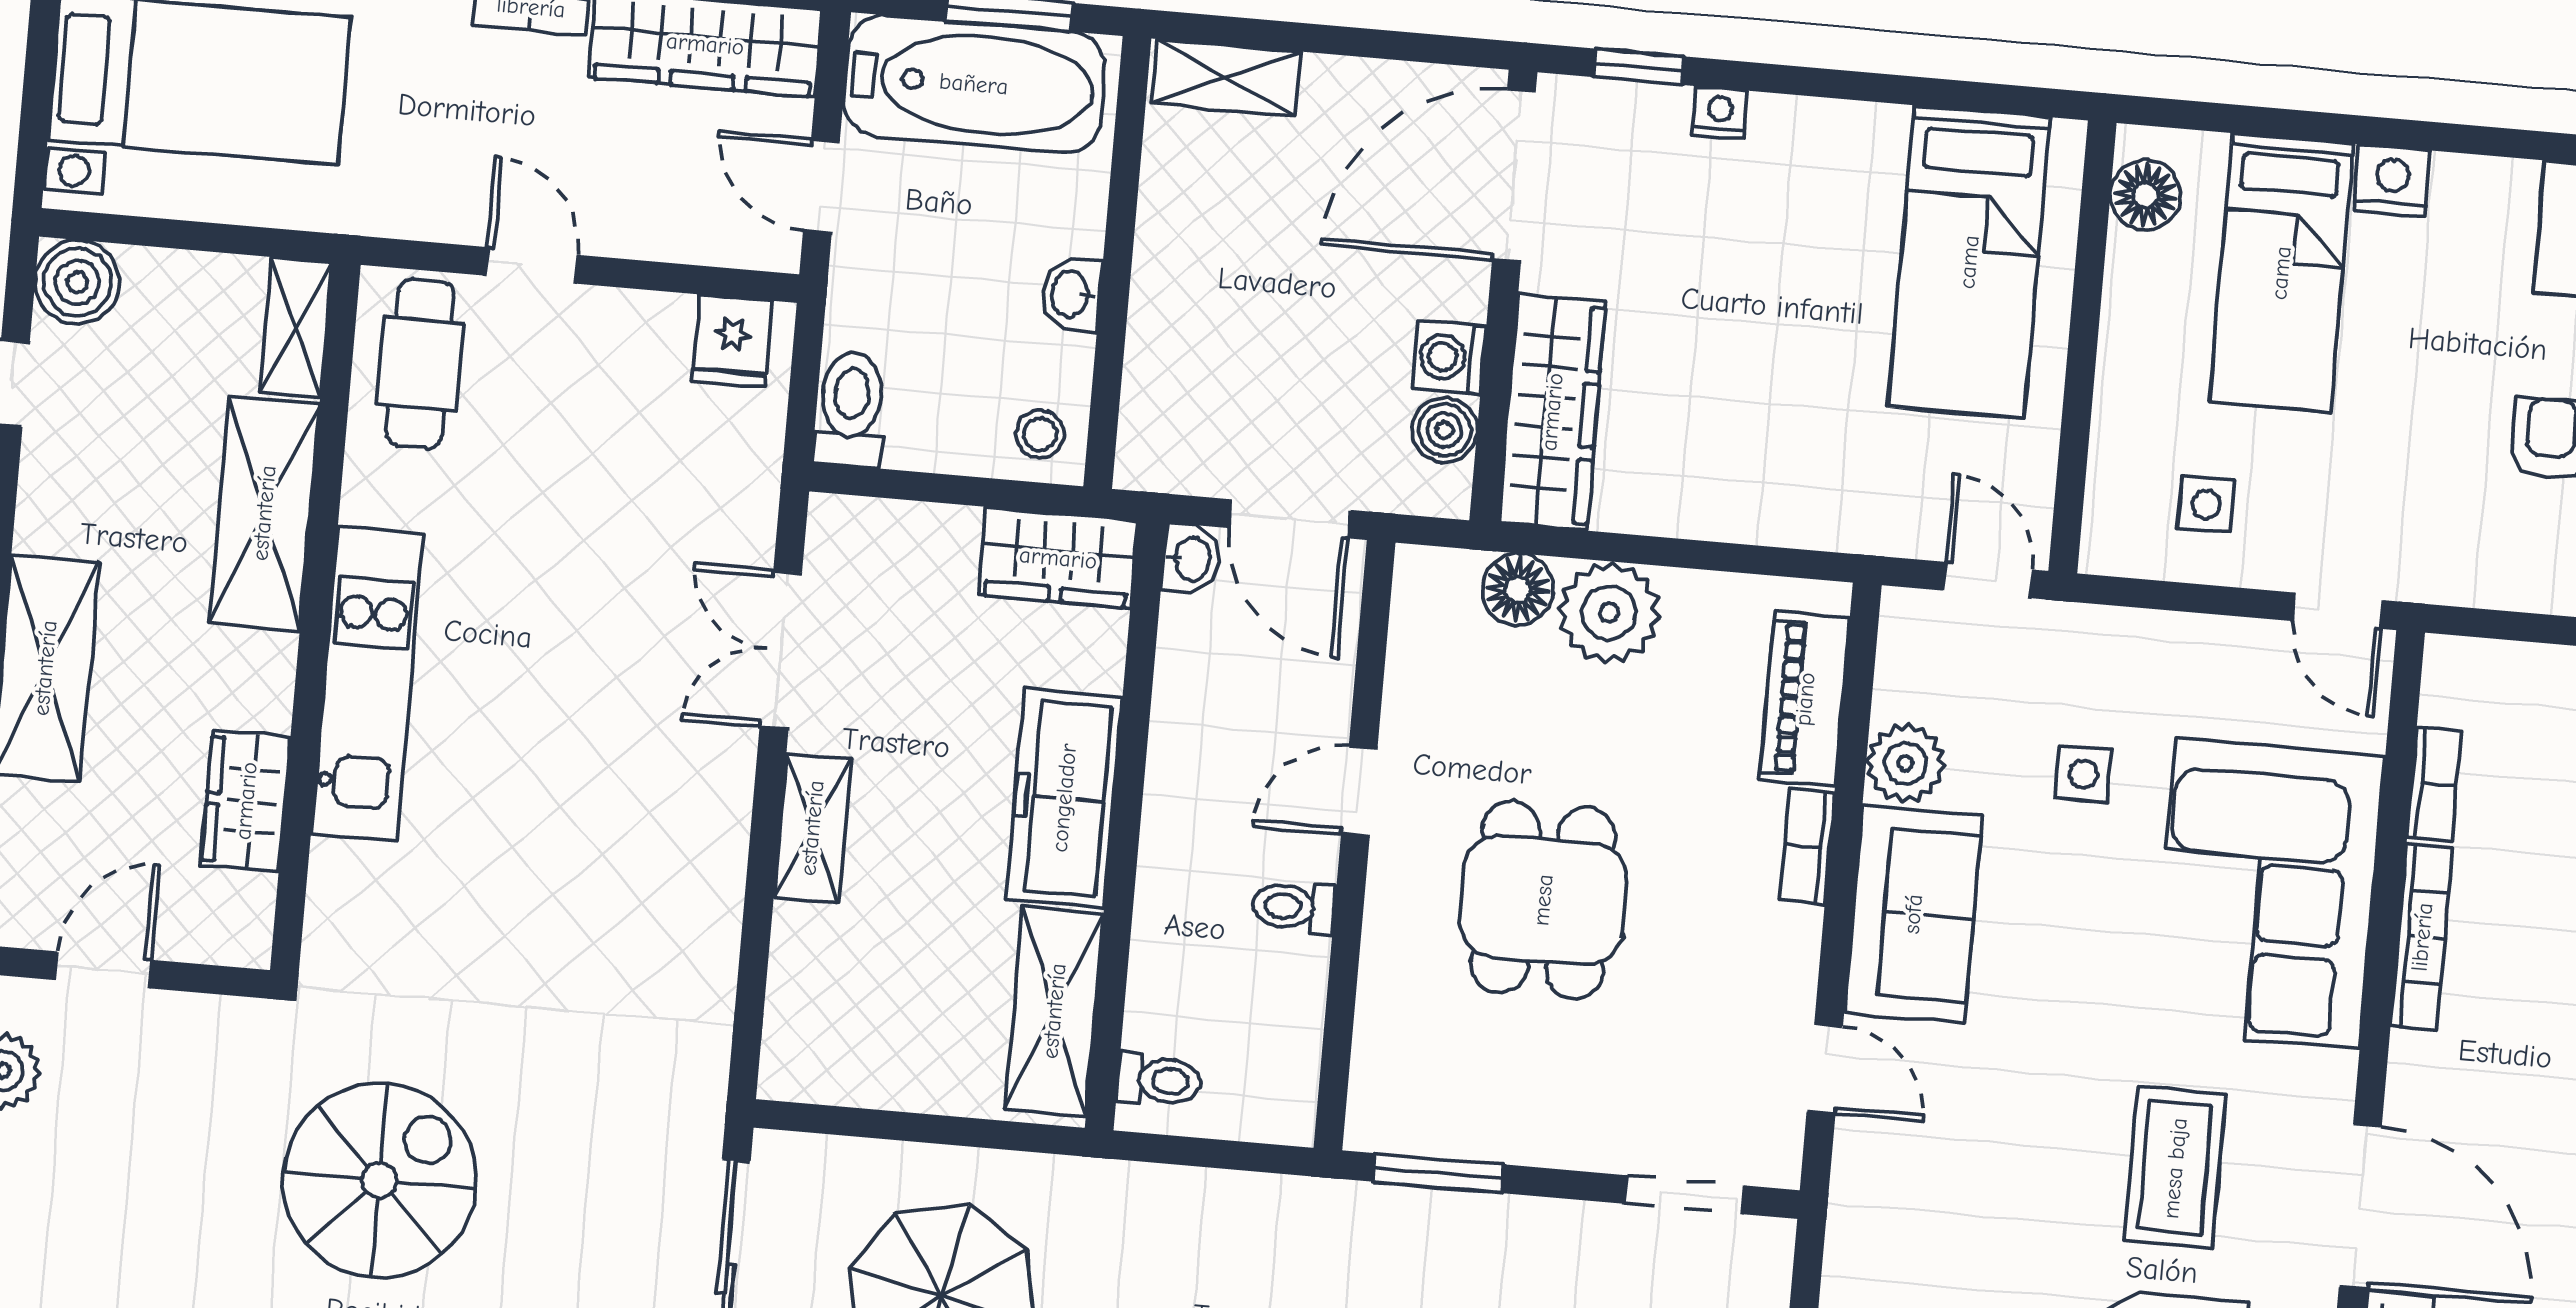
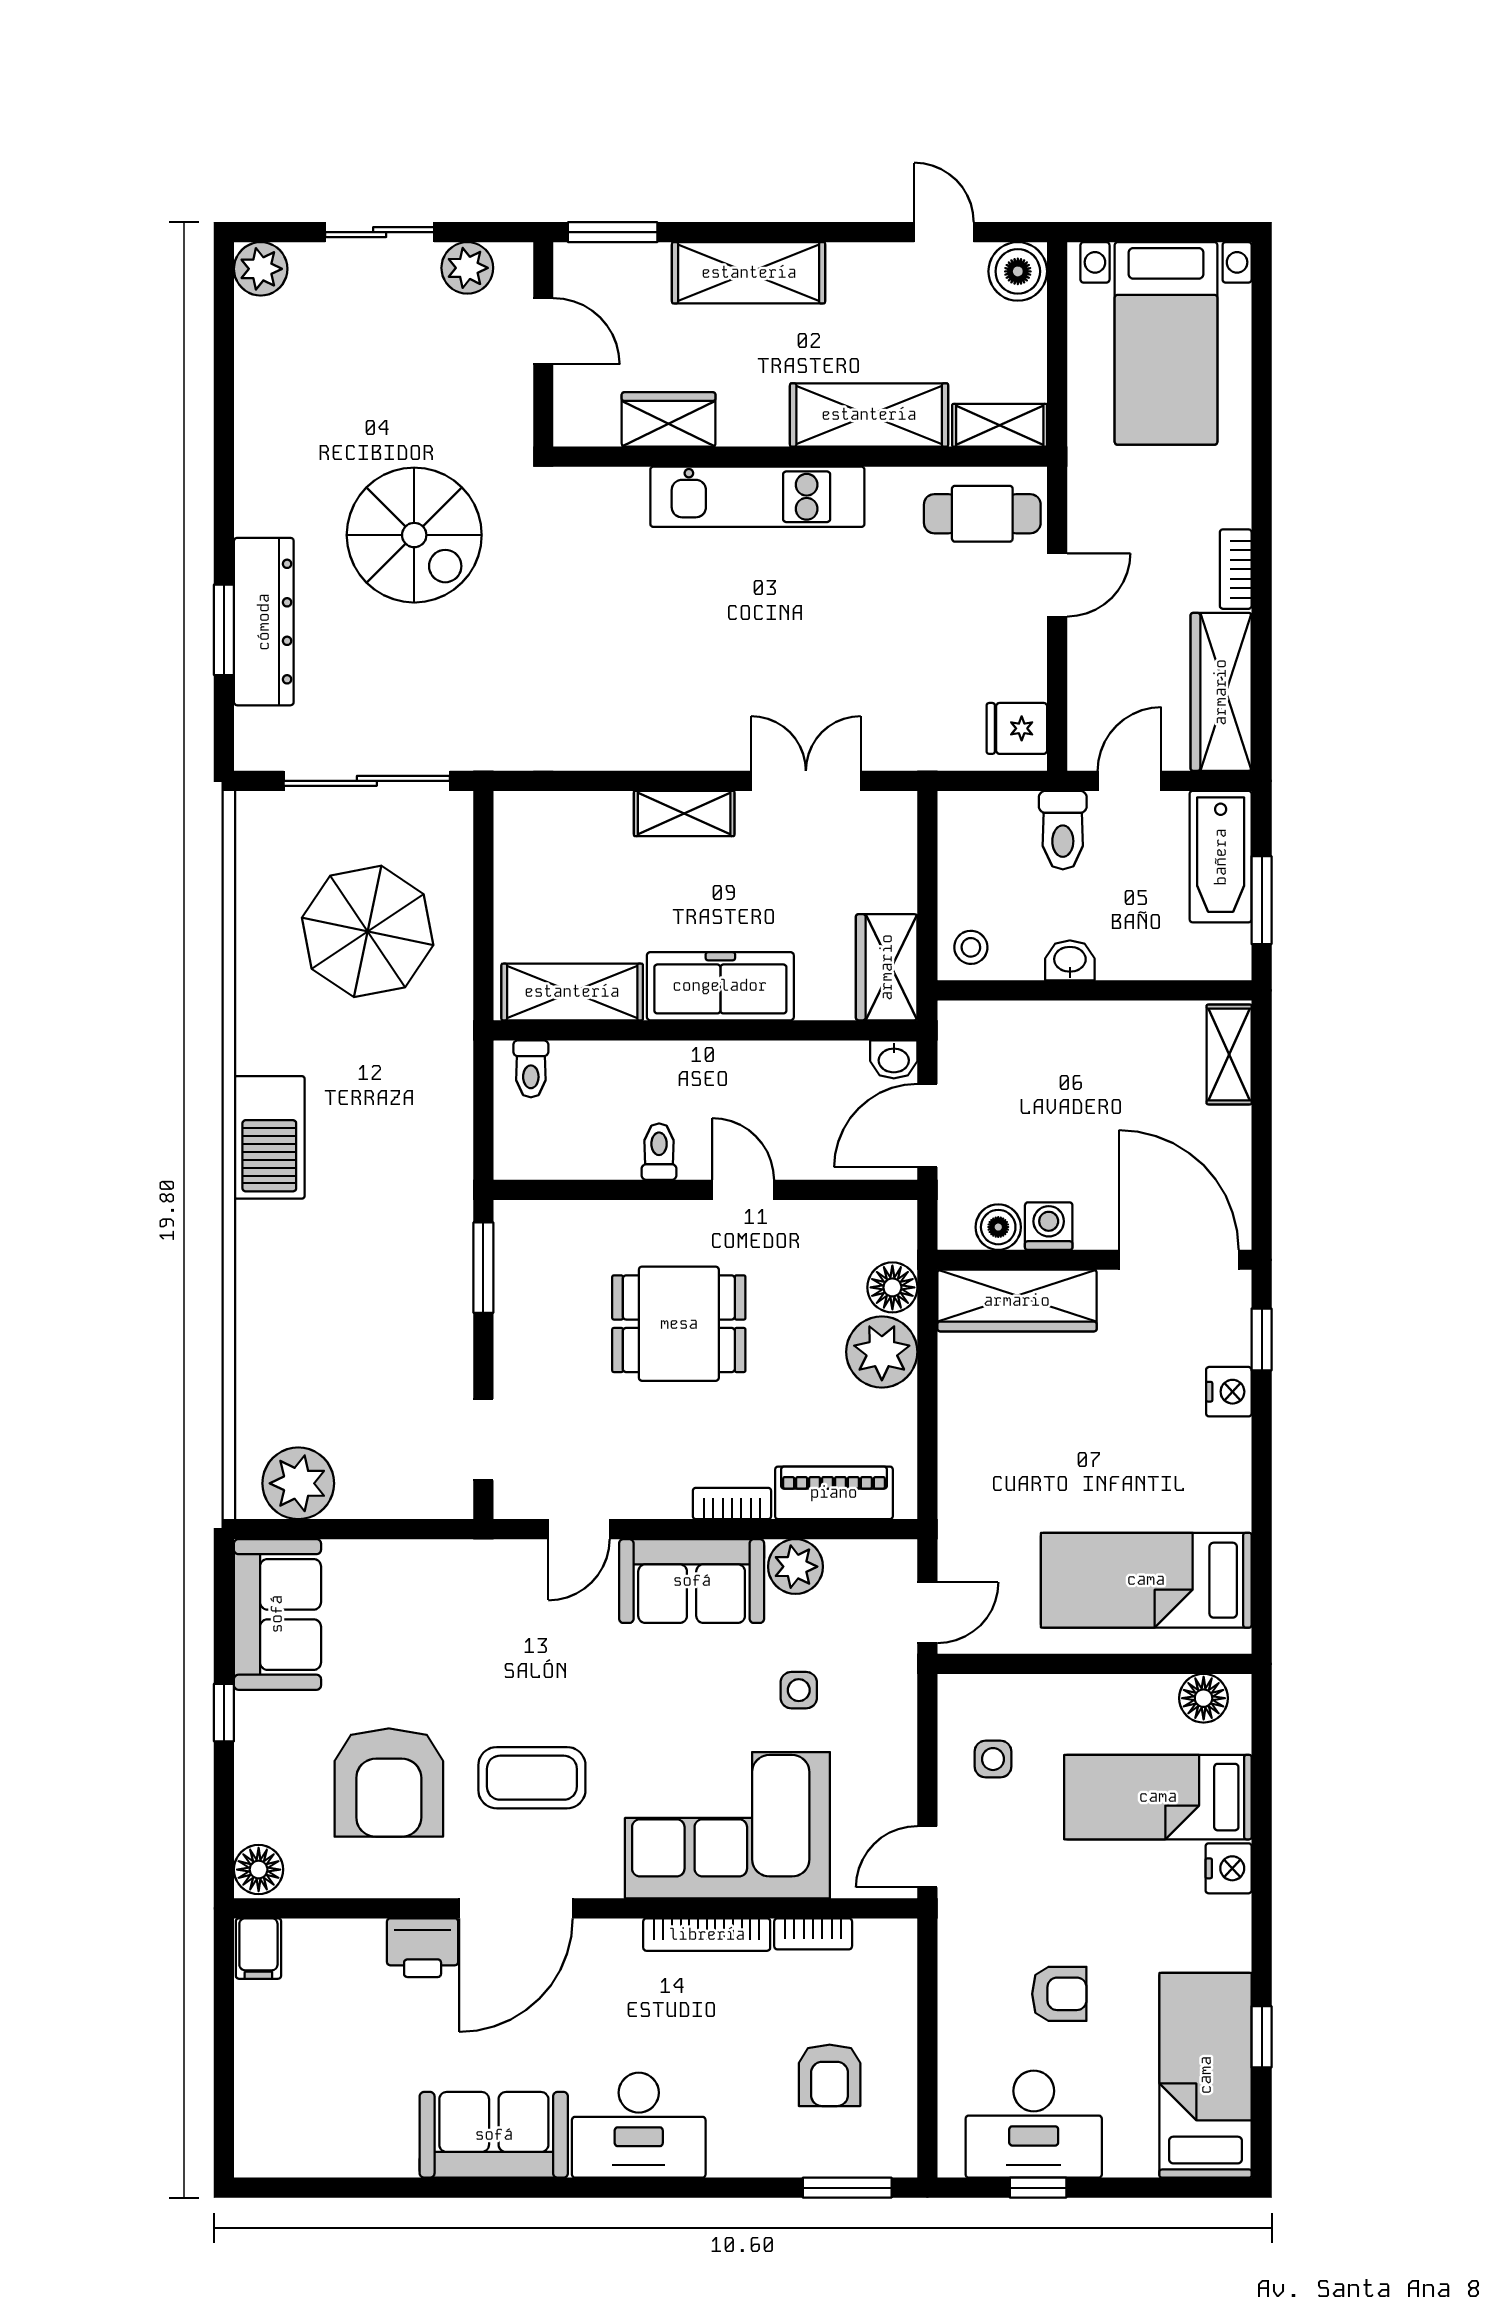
bathtub: (974, 84) -> (1221, 857), width x0.73, depth x0.73
nightstand: (1720, 113) -> (1229, 1392), width x1.39, depth x1.35
toilet: (851, 409) -> (1063, 830), moved, turned 90

